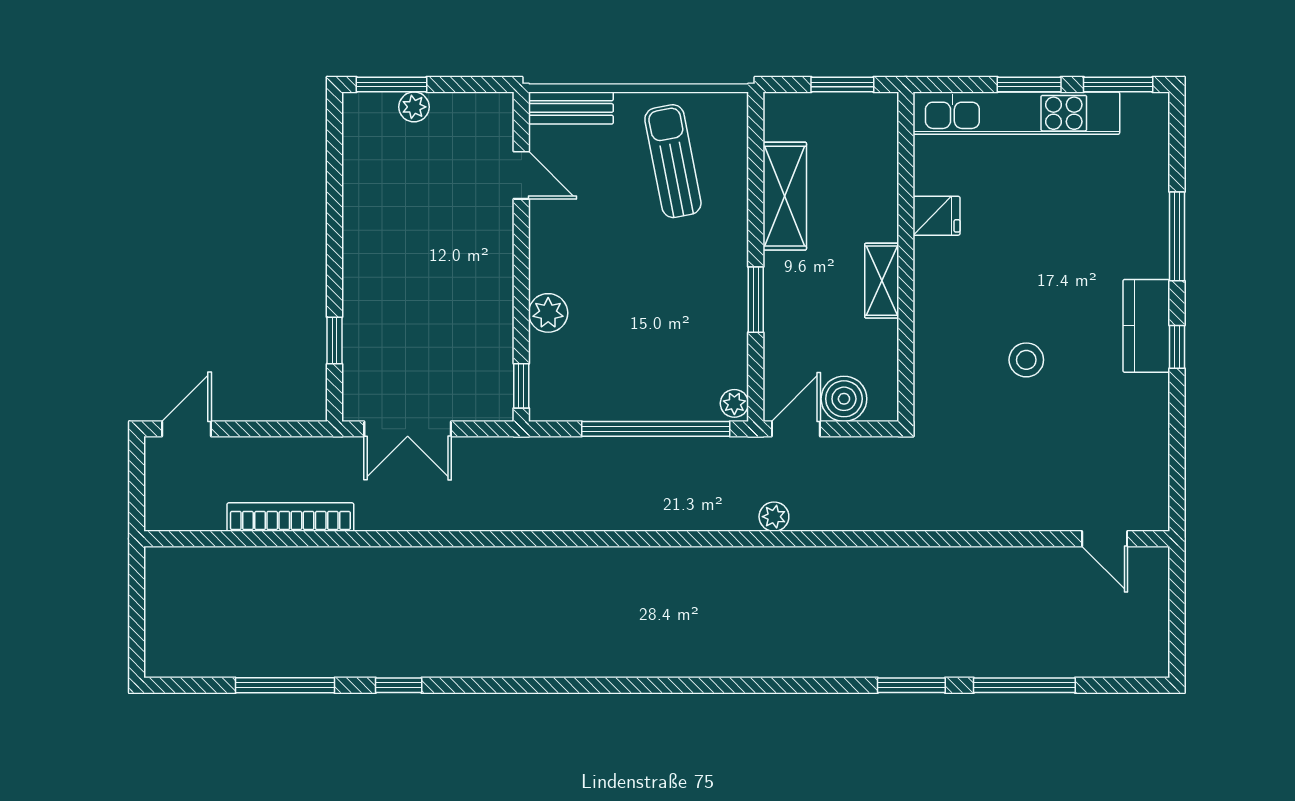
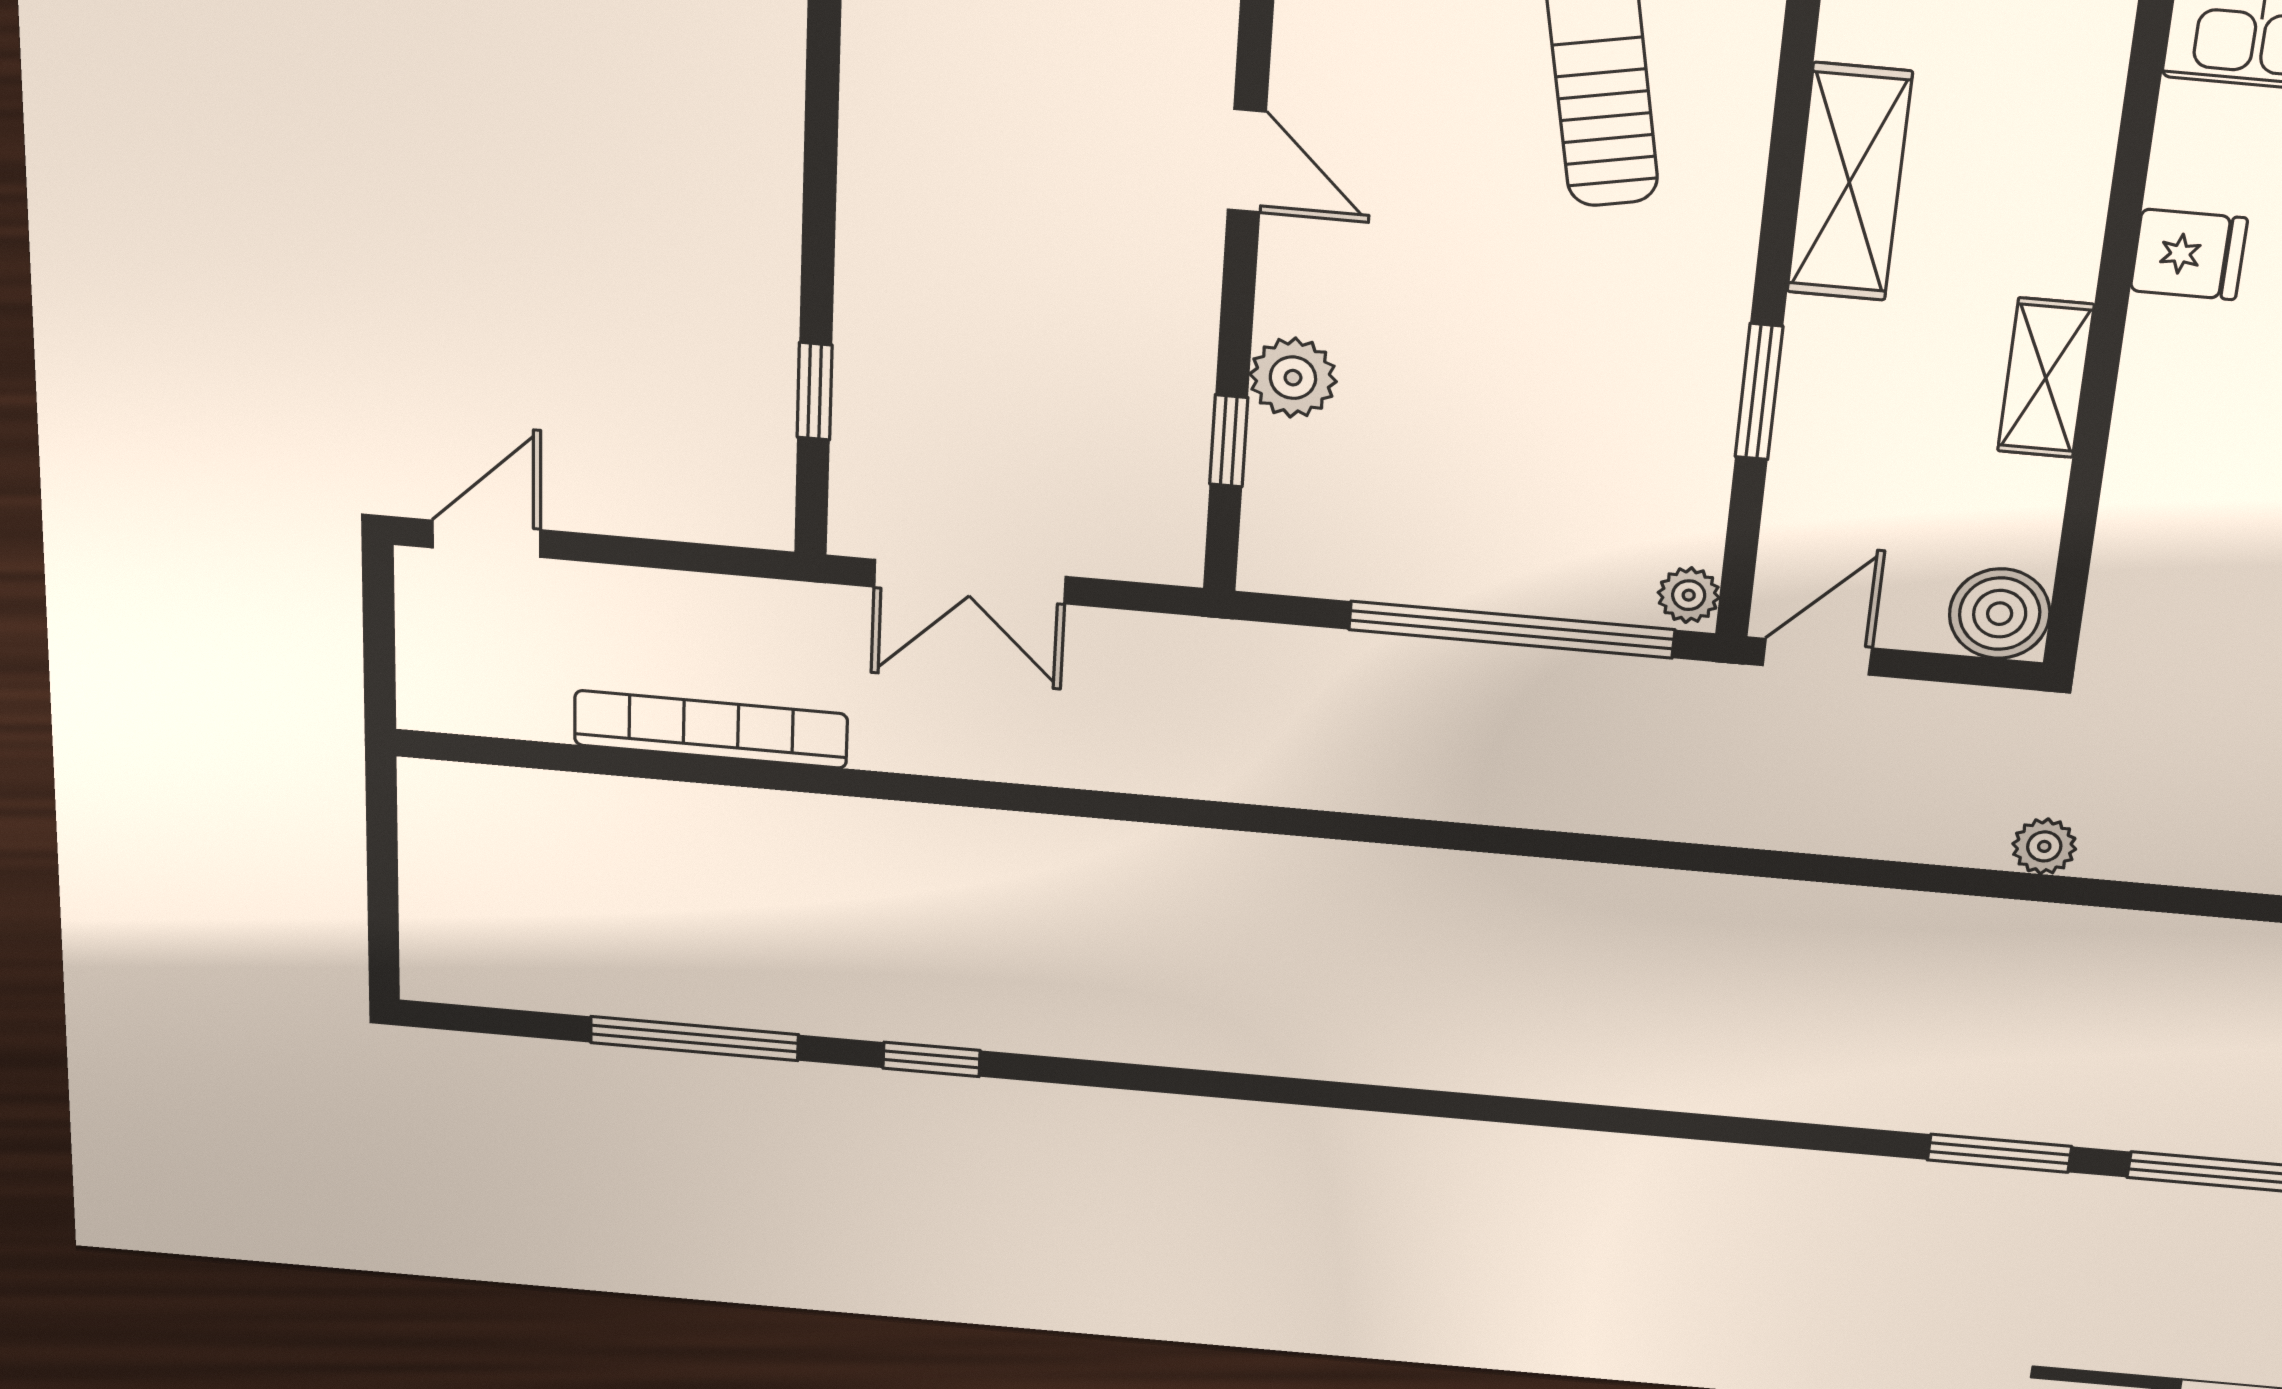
door: (521, 175) -> (1247, 161), moved
window: (521, 386) -> (1229, 441), moved
boiler: (844, 399) -> (2000, 614), moved
plant: (774, 517) -> (2044, 846), moved

